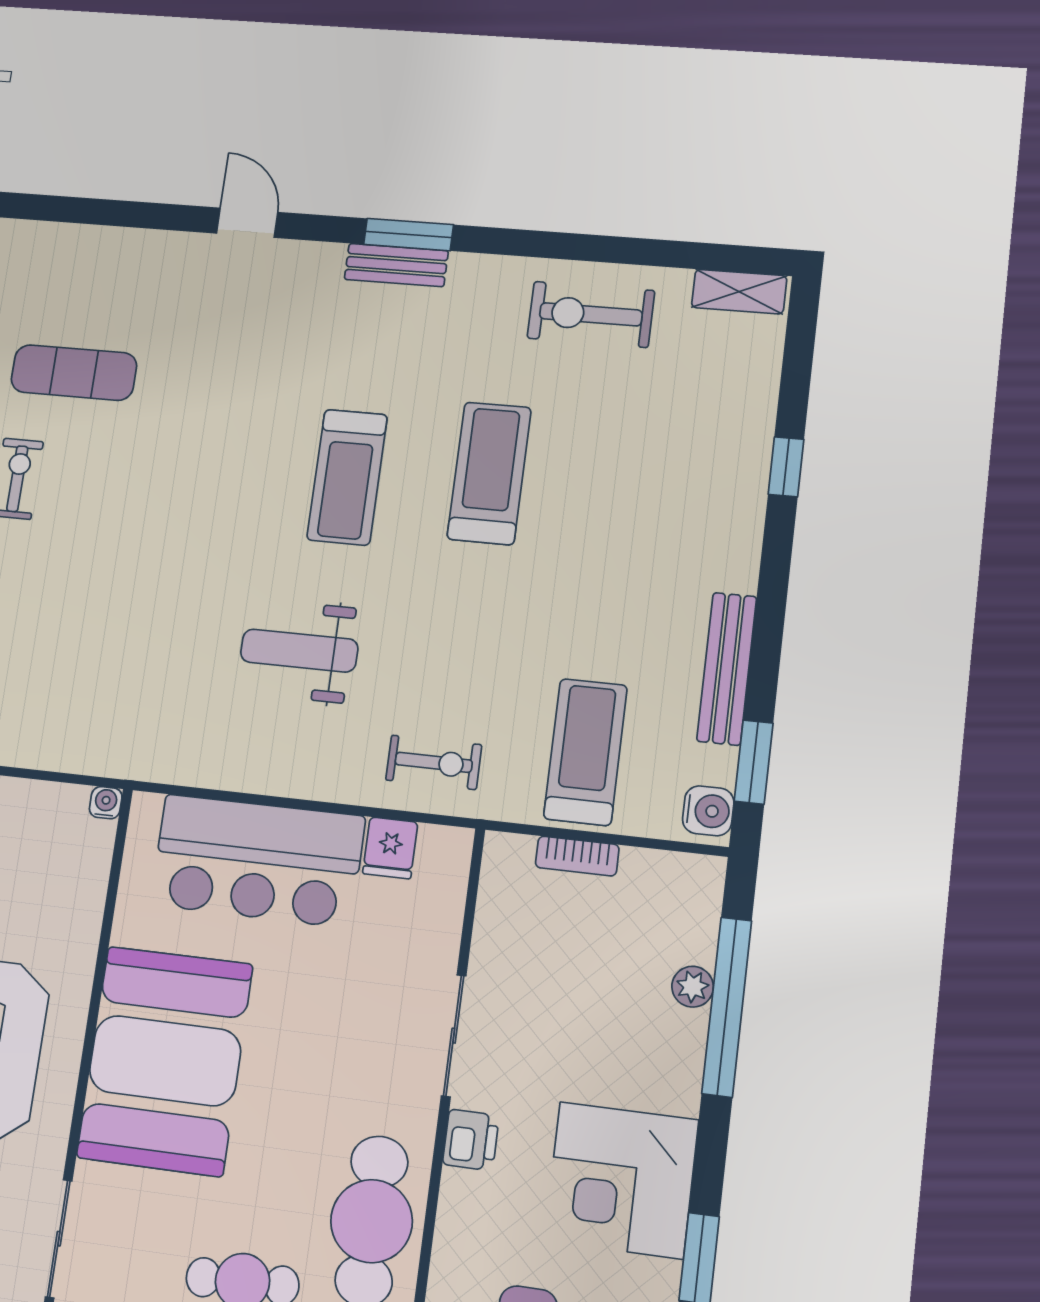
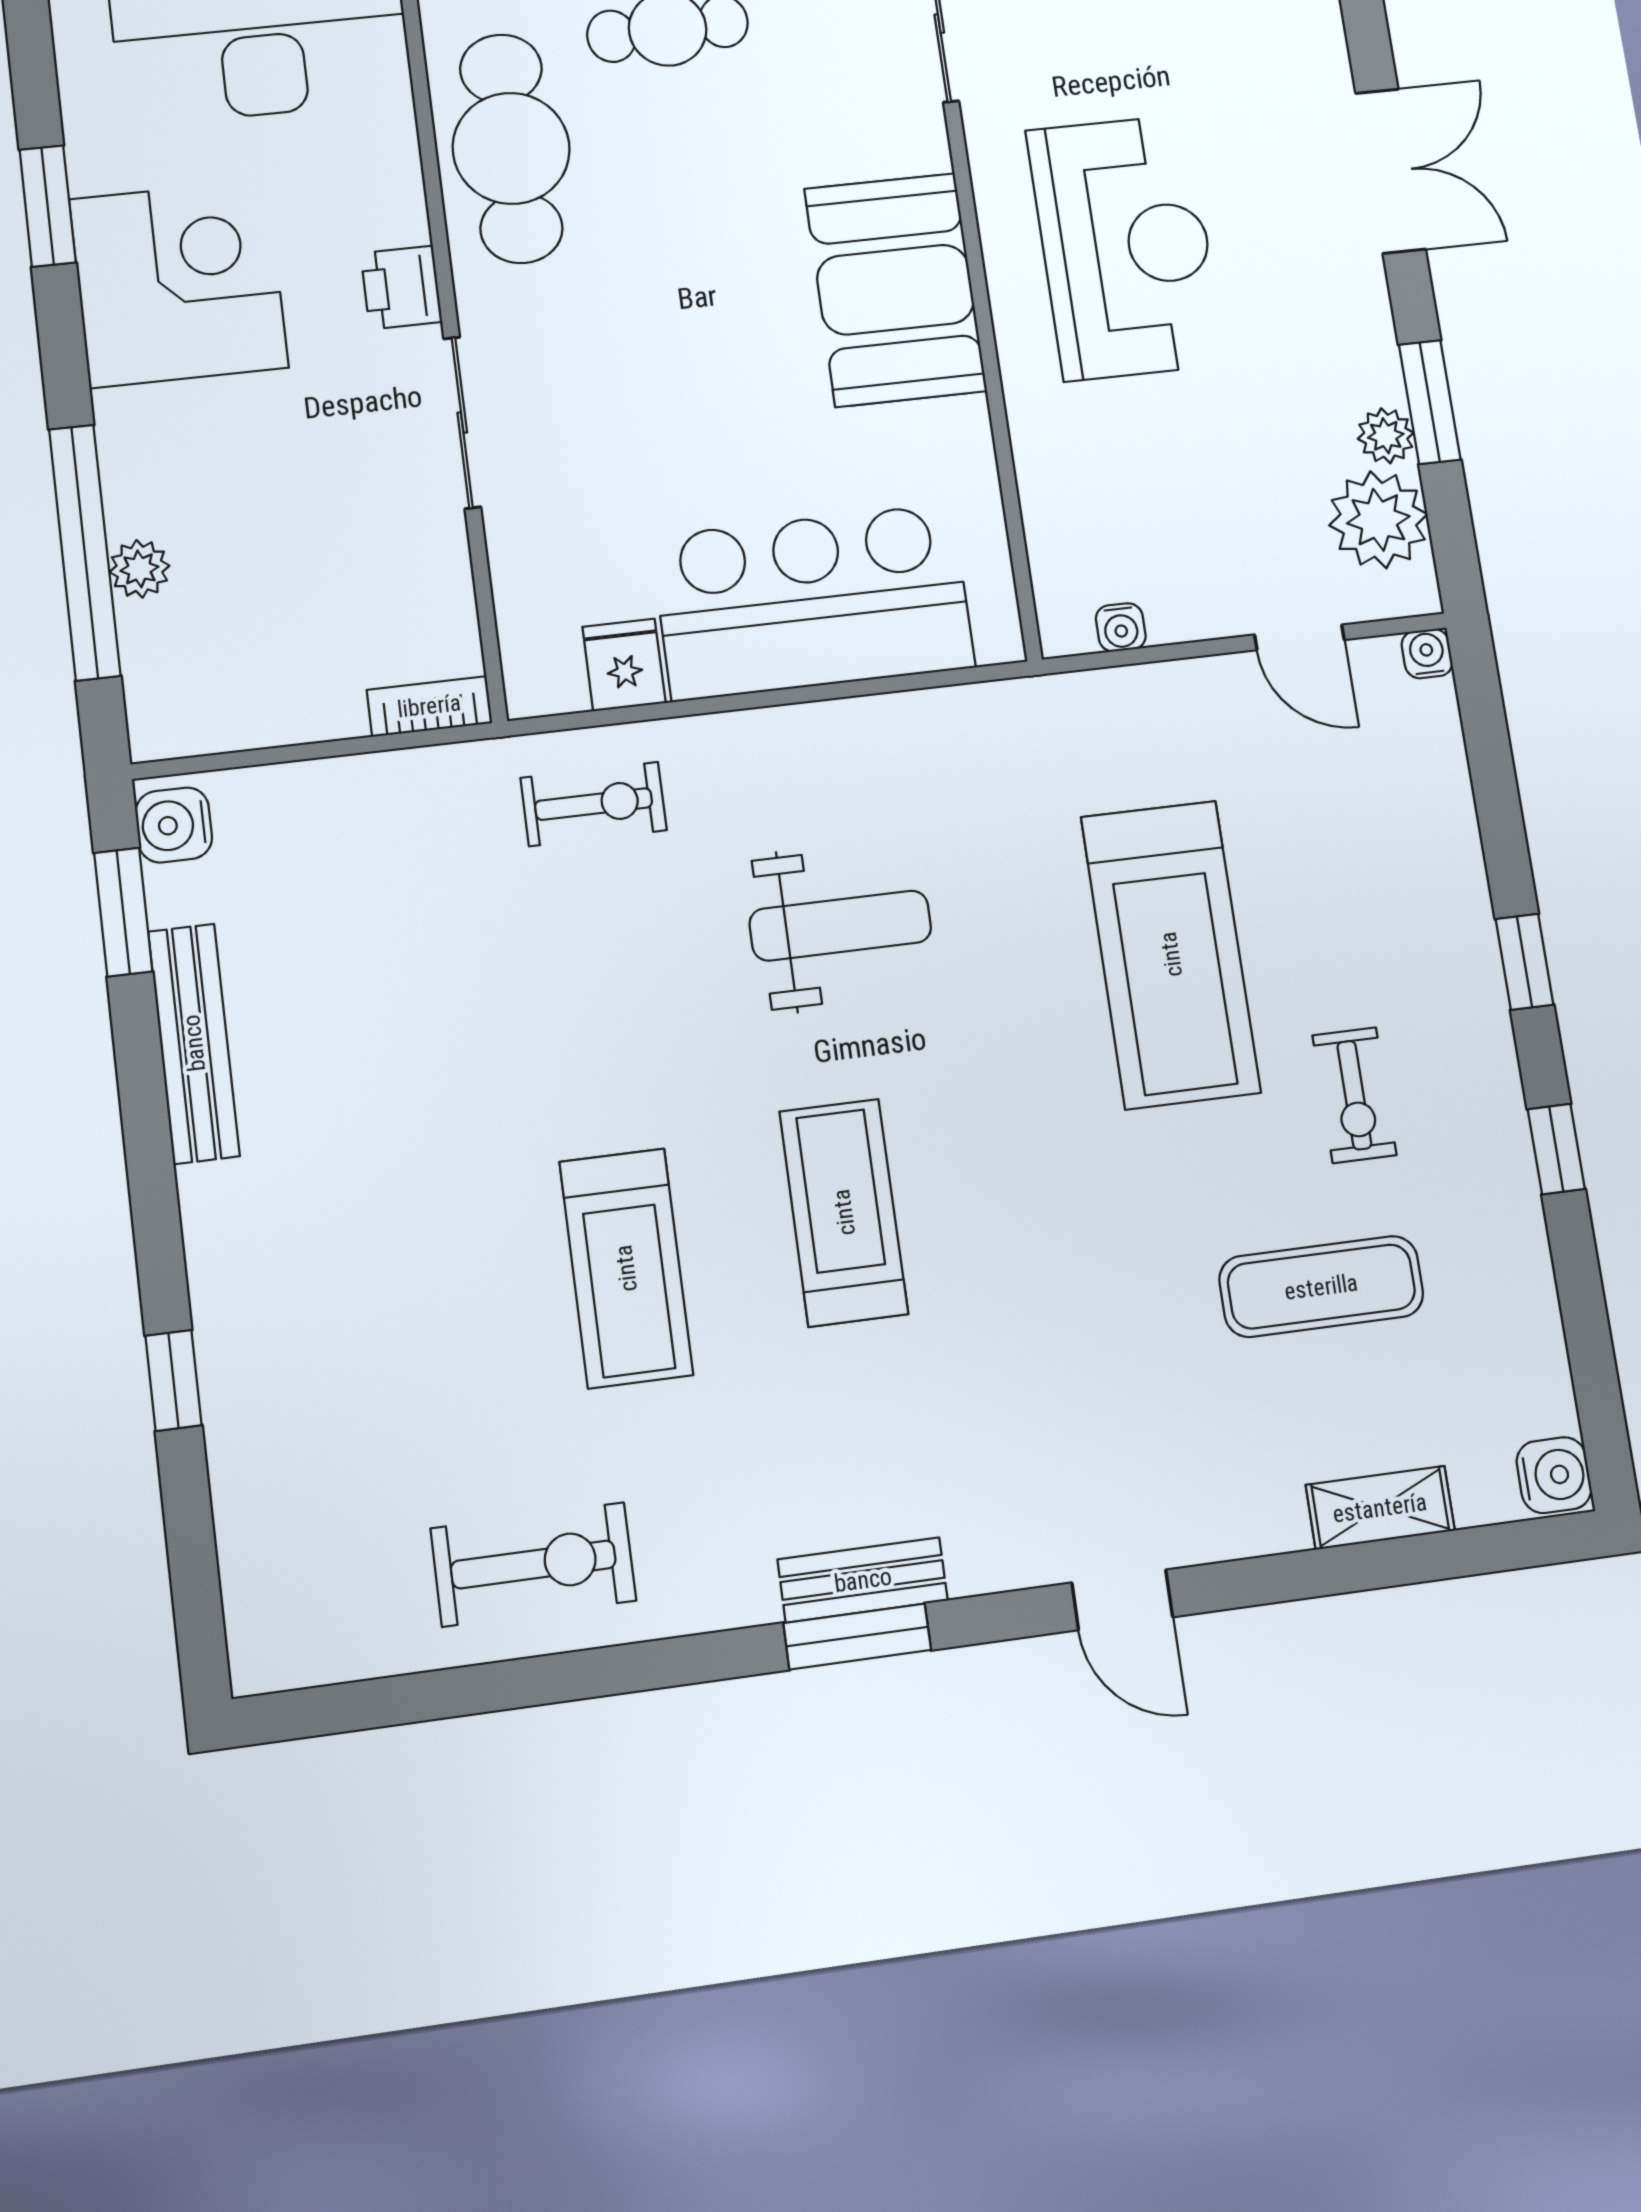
shelving: (739, 292) -> (1380, 1508), moved
treadmill: (585, 752) -> (1171, 954), moved, width x1.37, depth x1.38
exercise bike: (434, 762) -> (594, 804), turned 180
water cooler: (106, 803) -> (1121, 627), moved
bookcase: (577, 856) -> (429, 706), moved
booth: (165, 1061) -> (895, 290), width x0.73, depth x0.70

